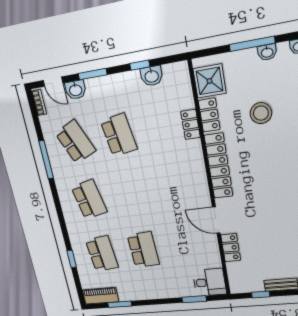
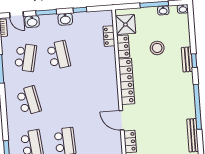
washbasin: (152, 76) -> (65, 19), moved
locker: (191, 124) -> (109, 36), moved
school desk: (75, 142) -> (26, 57), turned 36

